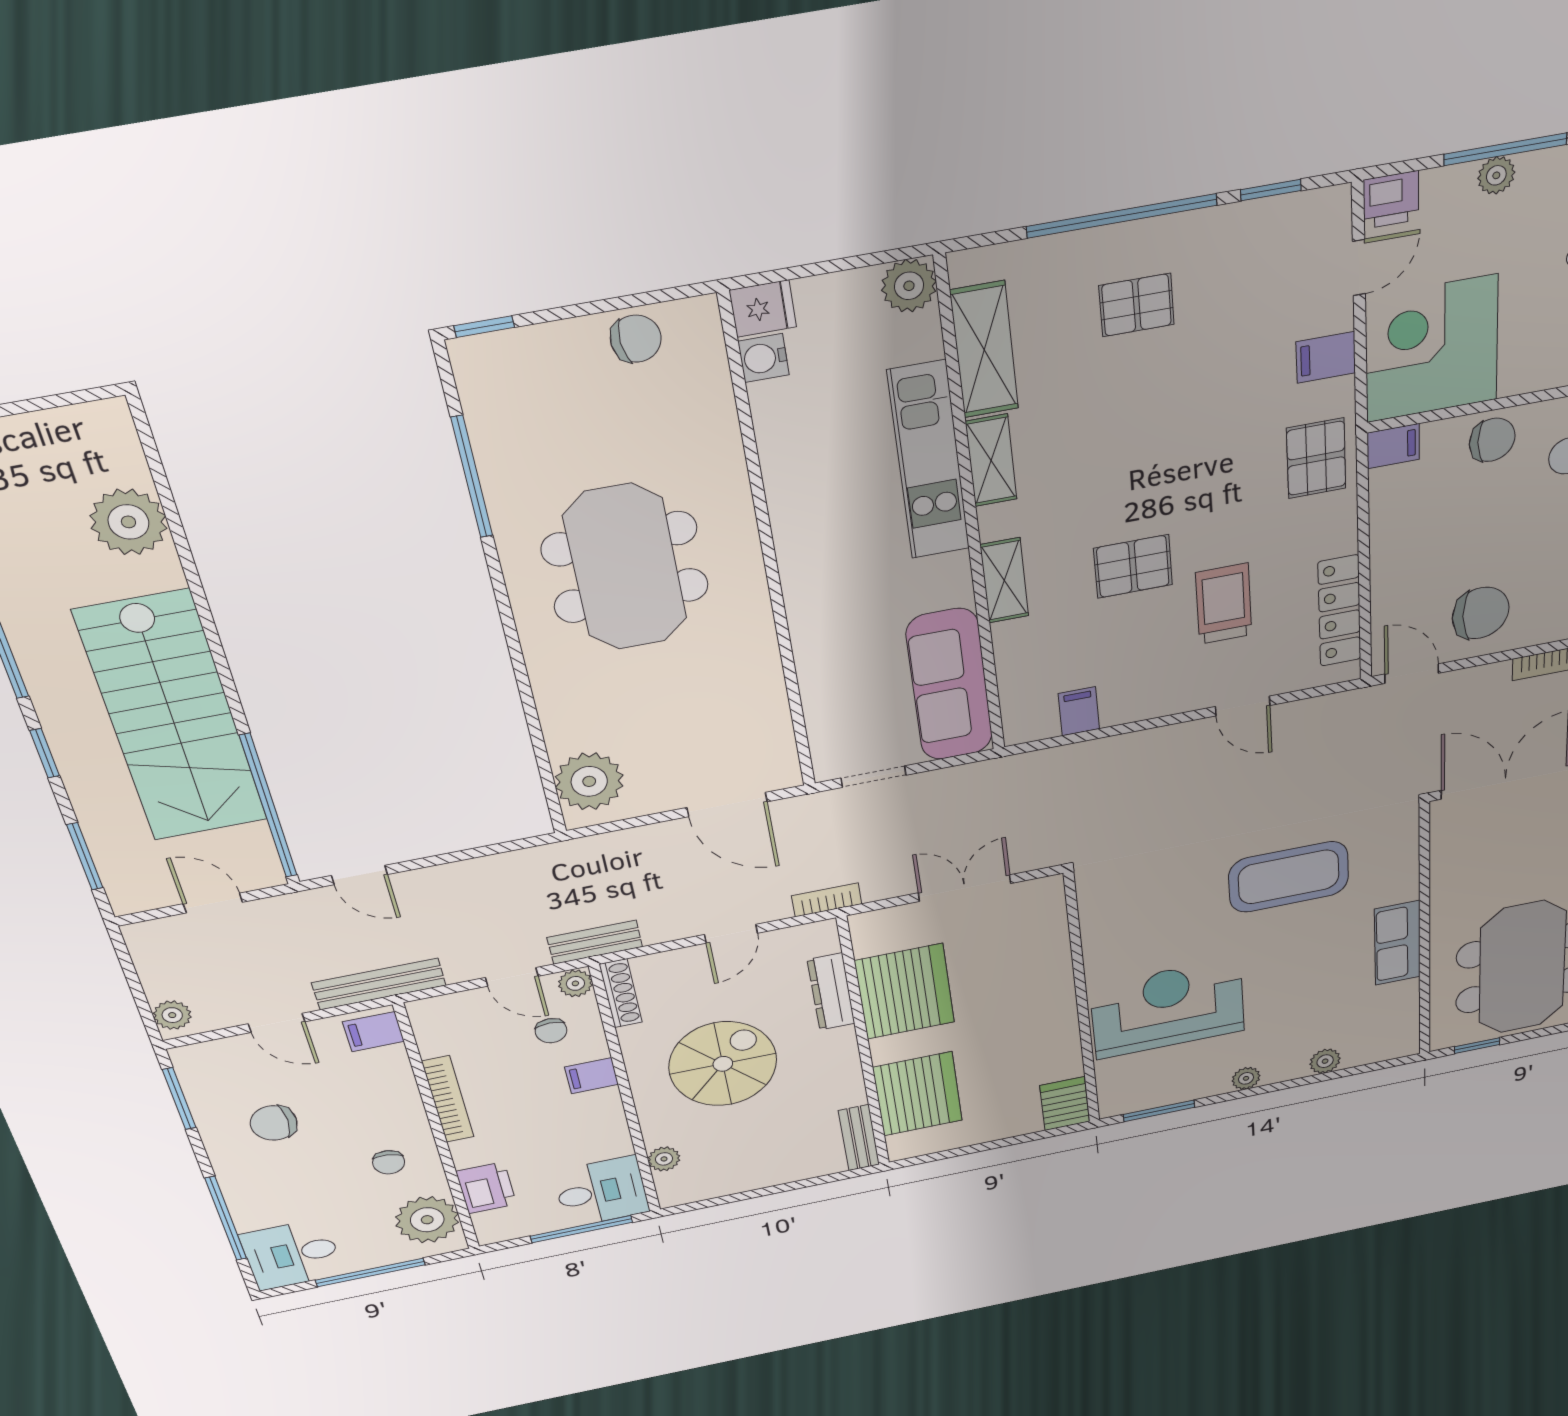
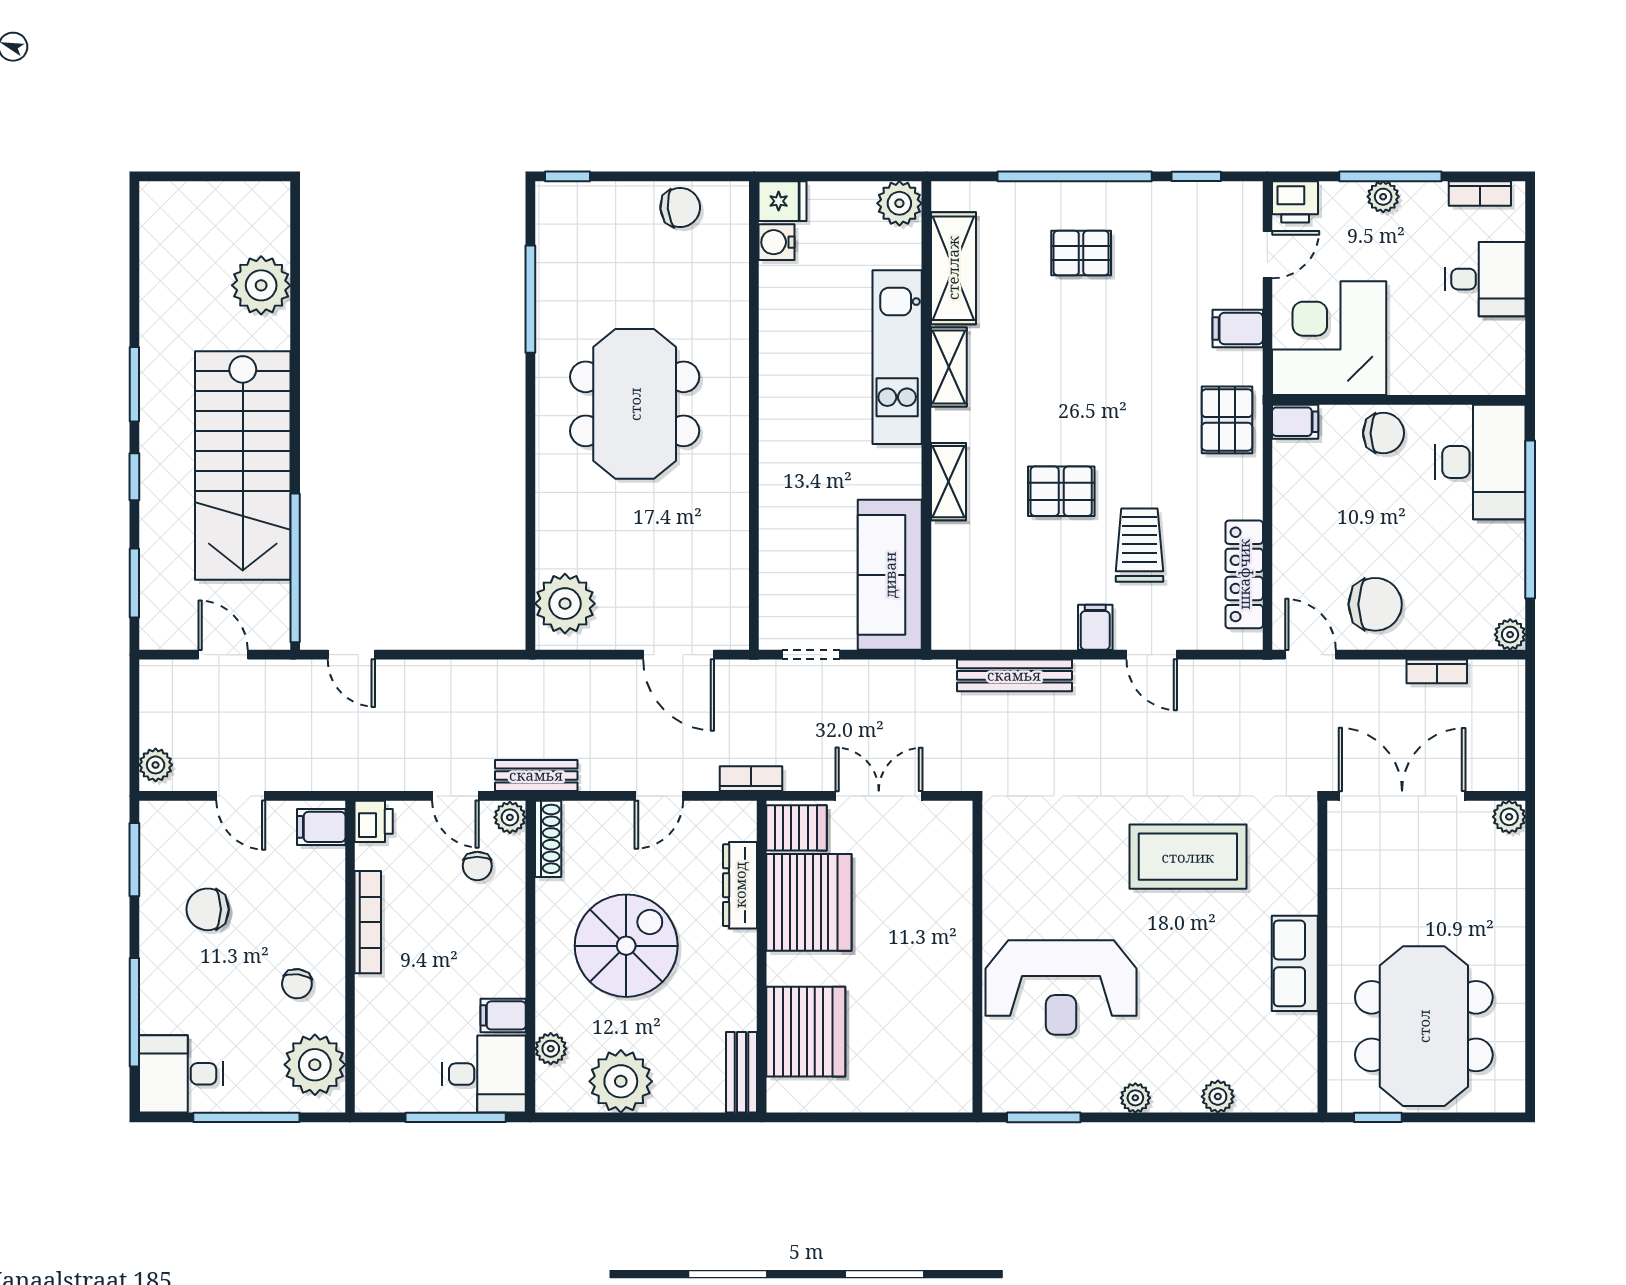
filing cabinet: (1079, 711) -> (1095, 627), moved
bench: (379, 984) -> (1014, 675), moved
reception desk: (1168, 1008) -> (1061, 987), turned 180
filing cabinet: (592, 1076) -> (503, 1015), moved
server rack: (1065, 1104) -> (797, 828), moved, turned 90
plant: (740, 1169) -> (621, 1081), added
printer: (486, 1188) -> (374, 821), moved, width x0.73, depth x0.81

